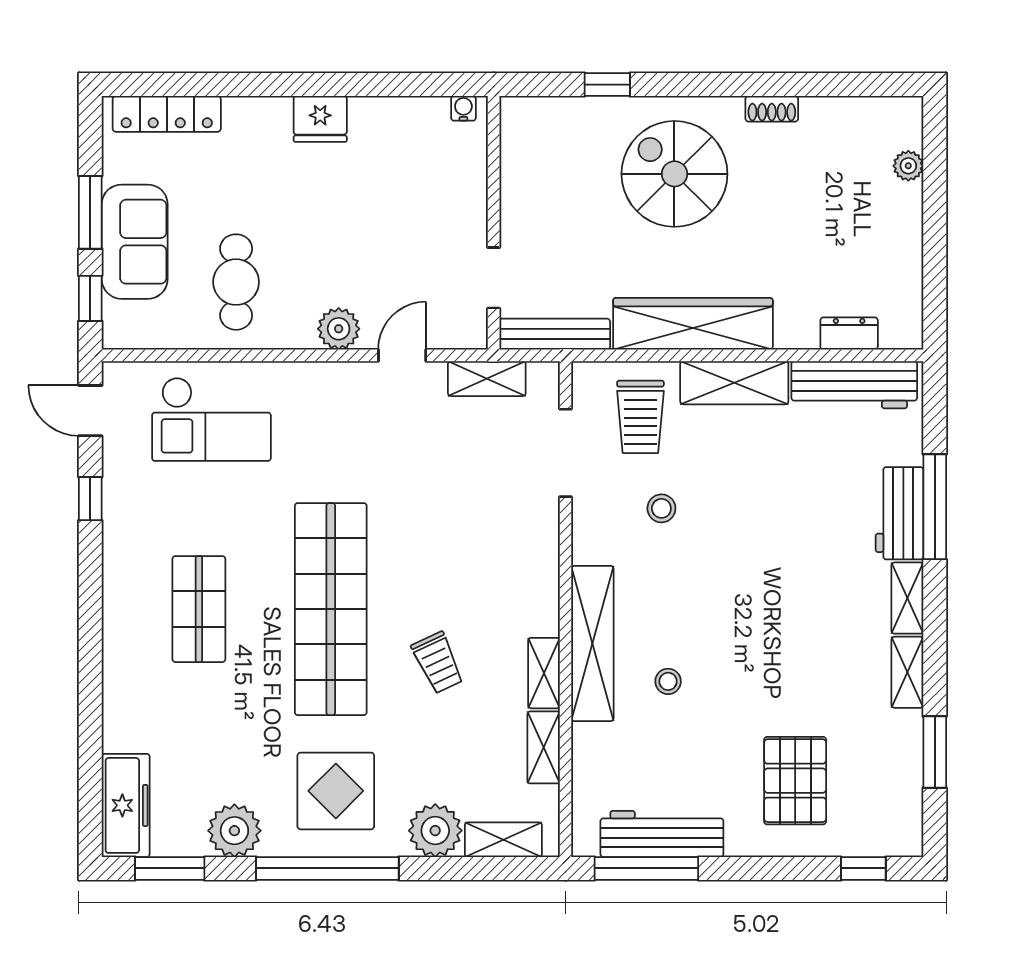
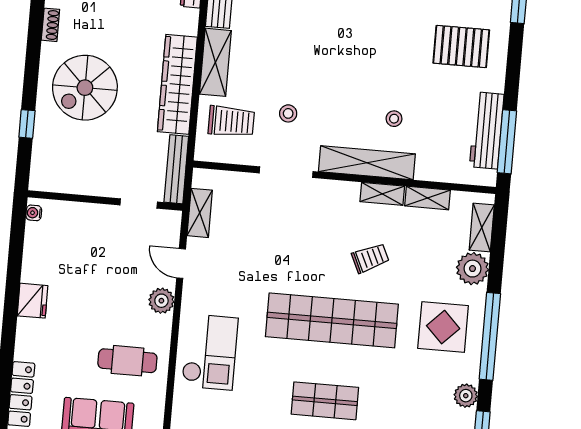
checkout: (211, 419) -> (210, 352), moved
doorway: (566, 453) -> (286, 172), moved
plant: (234, 831) -> (466, 396), width x0.73, depth x0.73

